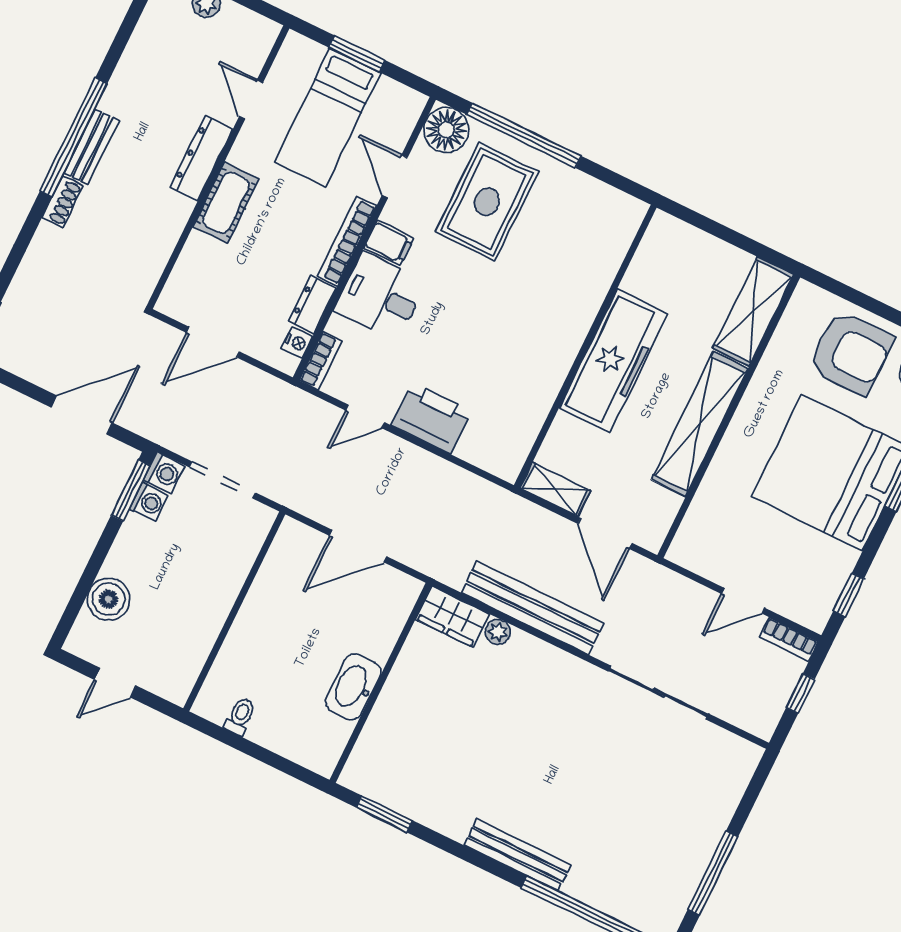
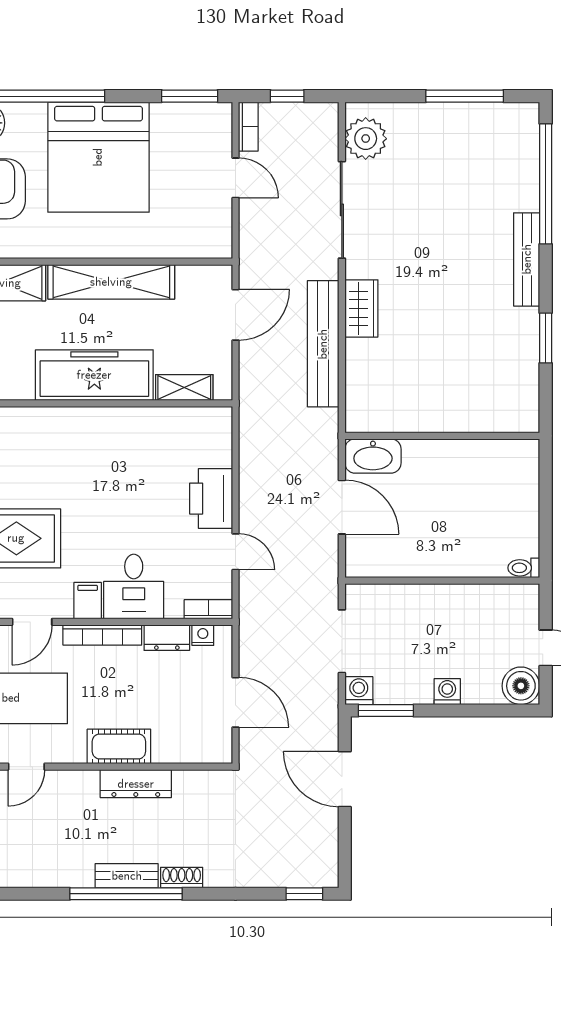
dresser: (201, 158) -> (136, 784), moved
shelving: (555, 489) -> (184, 387), moved, turned 90
washing machine: (149, 502) -> (447, 692), moved
window: (849, 595) -> (190, 96), width x1.50
boiler: (109, 599) -> (521, 686), moved
wardrobe: (452, 617) -> (361, 308), moved
plant: (498, 632) -> (366, 139), moved, width x1.87, depth x1.87
washbasin: (353, 687) -> (373, 456), moved
toilet: (240, 716) -> (524, 568), moved
window: (384, 814) -> (546, 338), moved

